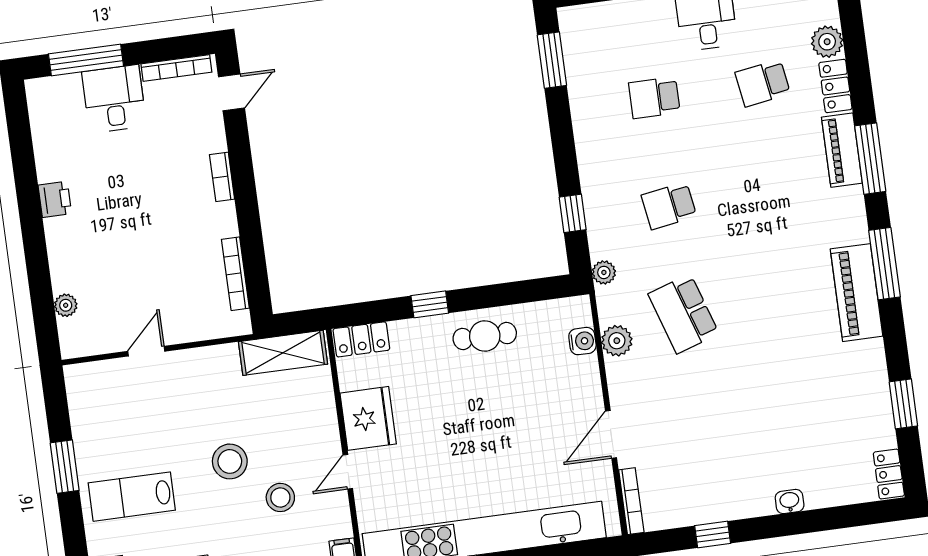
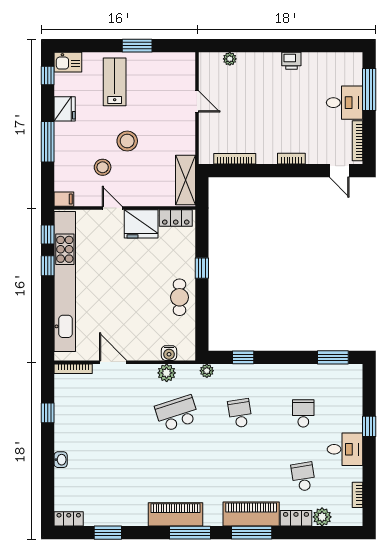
piano: (842, 150) -> (251, 514), width x1.37, depth x1.33
locker: (361, 339) -> (176, 218), moved, turned -90

